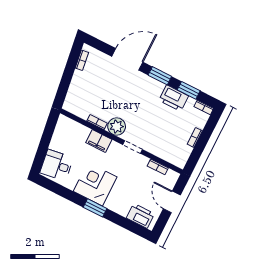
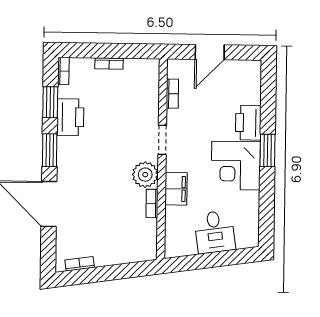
desk: (57, 165) -> (215, 232), moved
printer: (140, 216) -> (248, 123), moved

